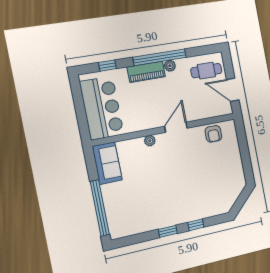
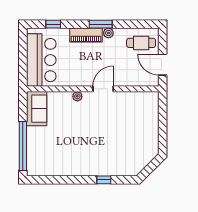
window: (160, 57) -> (101, 24), width x0.47
armchair: (213, 134) -> (136, 101), removed
window: (168, 231) -> (78, 180), removed

